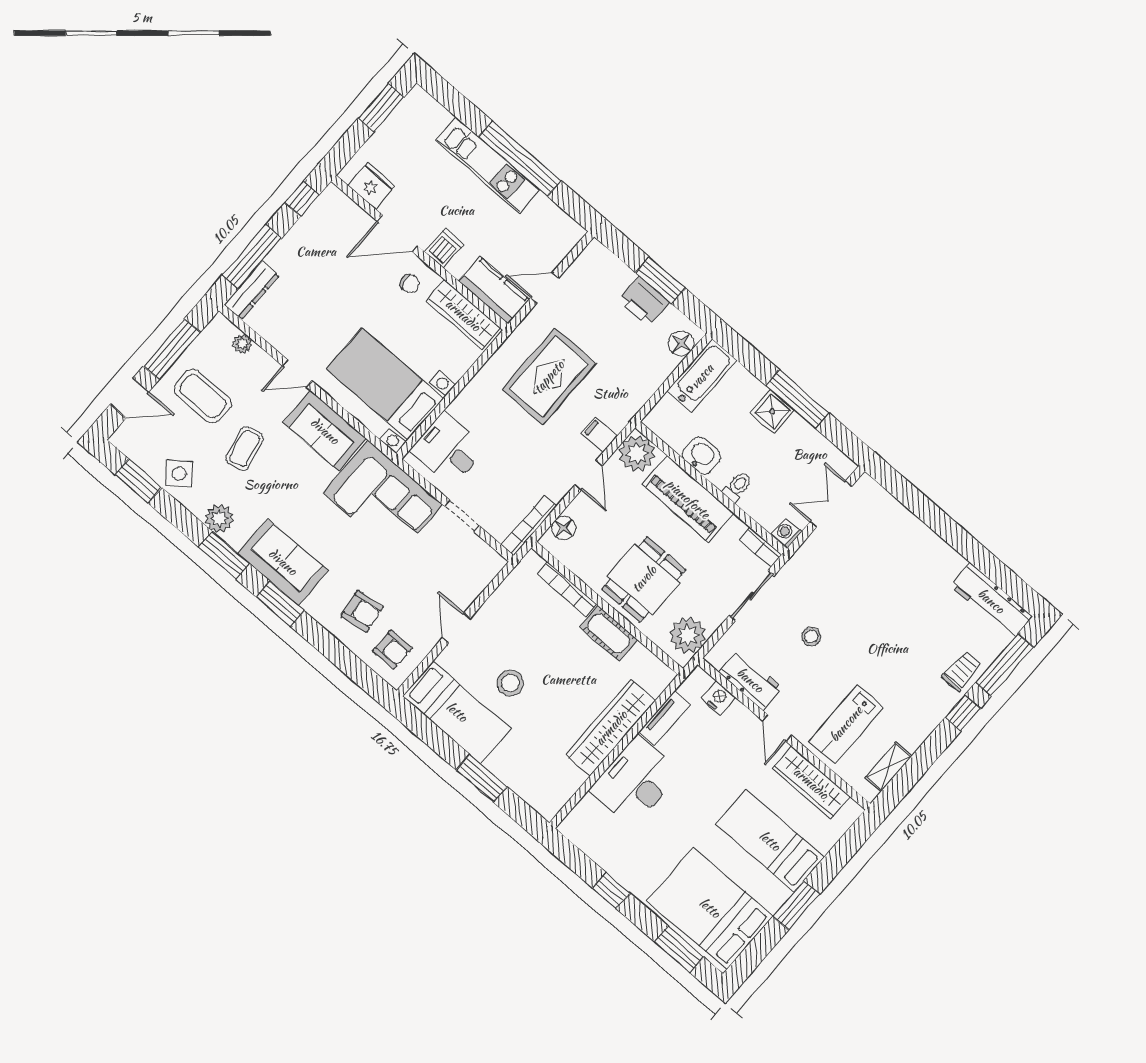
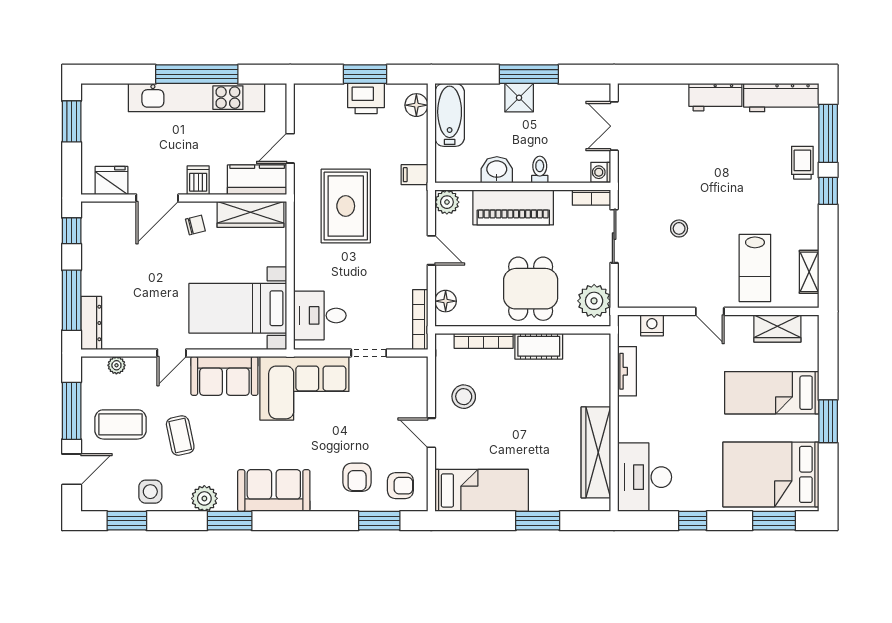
kitchen unit: (488, 165) -> (197, 98), width x1.36
filing cabinet: (599, 434) -> (415, 175), moved
plant: (637, 453) -> (447, 202), width x0.73, depth x0.73
side table: (179, 474) -> (150, 492), turned 37
window: (280, 604) -> (379, 521), moved
armchair: (362, 611) -> (357, 477), turned 98
workbench: (750, 680) -> (715, 97), moved, turned 180
stool: (510, 683) -> (464, 397), moved
wardrobe: (611, 728) -> (596, 452), moved
desk: (635, 782) -> (645, 477), moved
wardrobe: (811, 783) -> (777, 328), width x0.67

